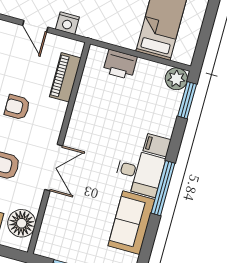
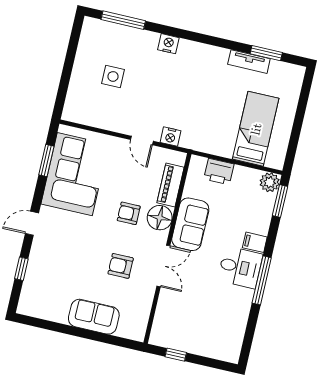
floor lamp: (22, 223) -> (160, 218), moved
sofa: (131, 223) -> (190, 224), moved, turned 180

